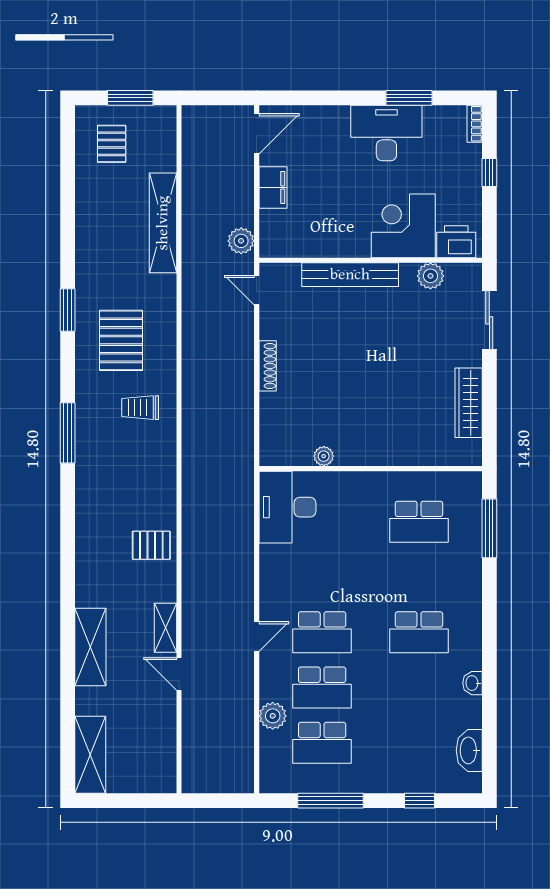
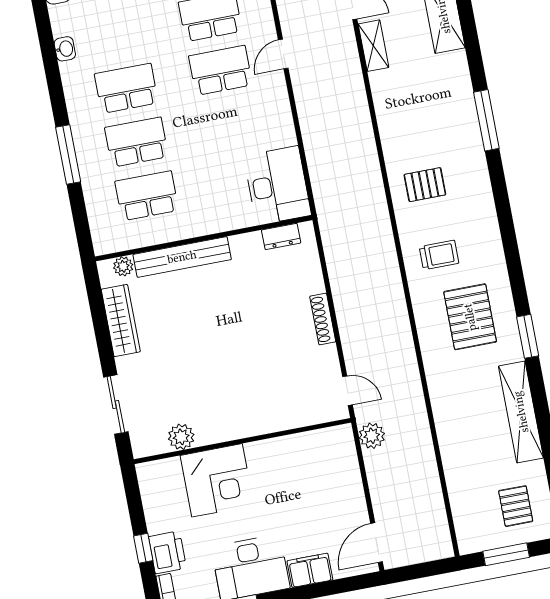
filing cabinet: (273, 187) -> (310, 570), moved, turned 90
shelving: (163, 223) -> (521, 412), moved
printer: (456, 242) -> (167, 552), moved, turned -90
bench: (350, 275) -> (182, 257), moved
window: (68, 433) -> (486, 120), moved
dresser: (293, 456) -> (281, 236), added
plant: (324, 456) -> (123, 266), moved
window: (489, 528) -> (68, 155), moved
pallet: (151, 545) -> (425, 185), moved
school desk: (419, 577) -> (137, 142), added

